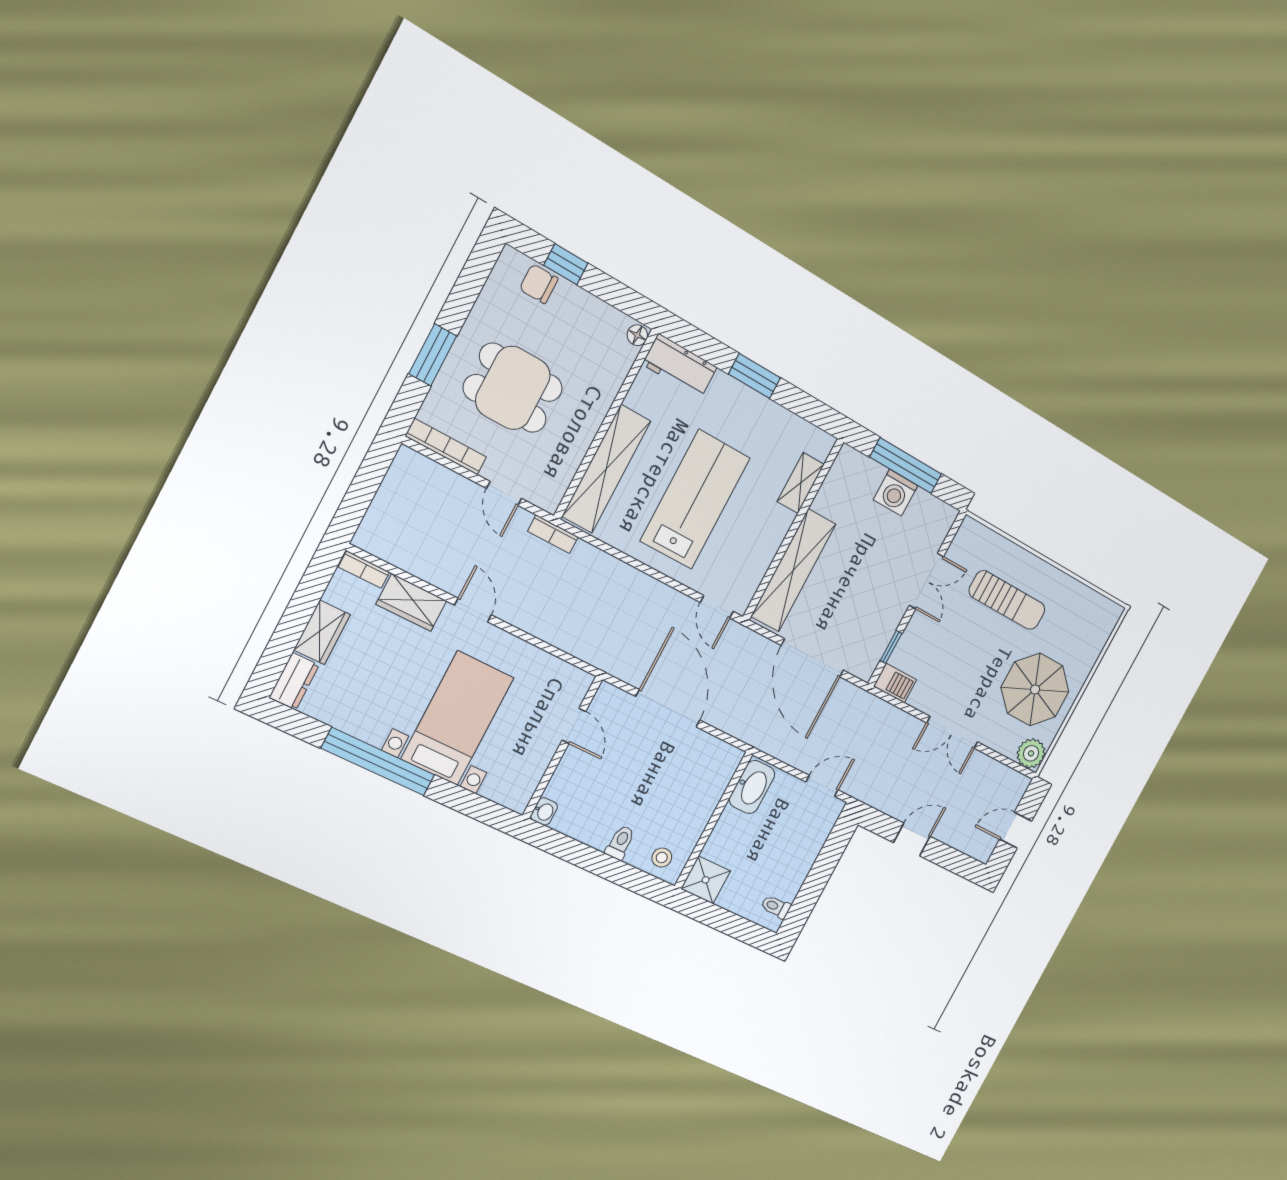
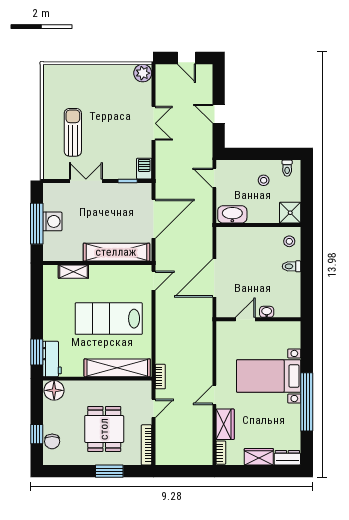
floor lamp: (637, 335) -> (54, 390), width x1.89, depth x1.89
window: (754, 376) -> (37, 352), moved
parasol: (1035, 689) -> (109, 90), removed
washbasin: (544, 811) -> (267, 312), moved
stool: (777, 861) -> (264, 180), added

